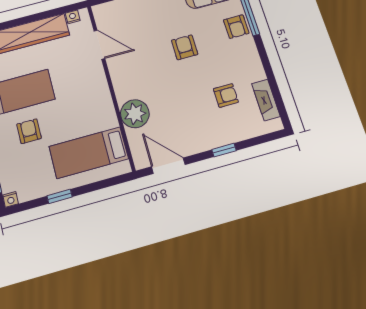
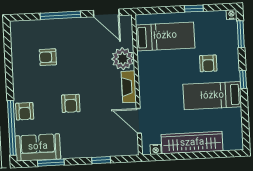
armchair: (236, 27) -> (25, 111), turned 180
fireplace: (266, 100) -> (129, 87), moved, turned 180
window: (224, 150) -> (60, 15), width x2.17

